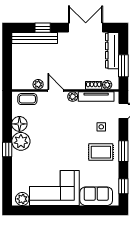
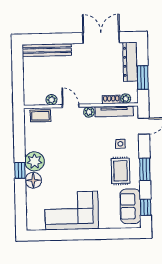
window: (43, 28) -> (55, 39), removed
floor lamp: (19, 124) -> (33, 180), moved
rug: (101, 152) -> (121, 171), turned 90
sofa: (96, 196) -> (130, 206), moved, turned -90
plant: (22, 199) -> (37, 223), removed

